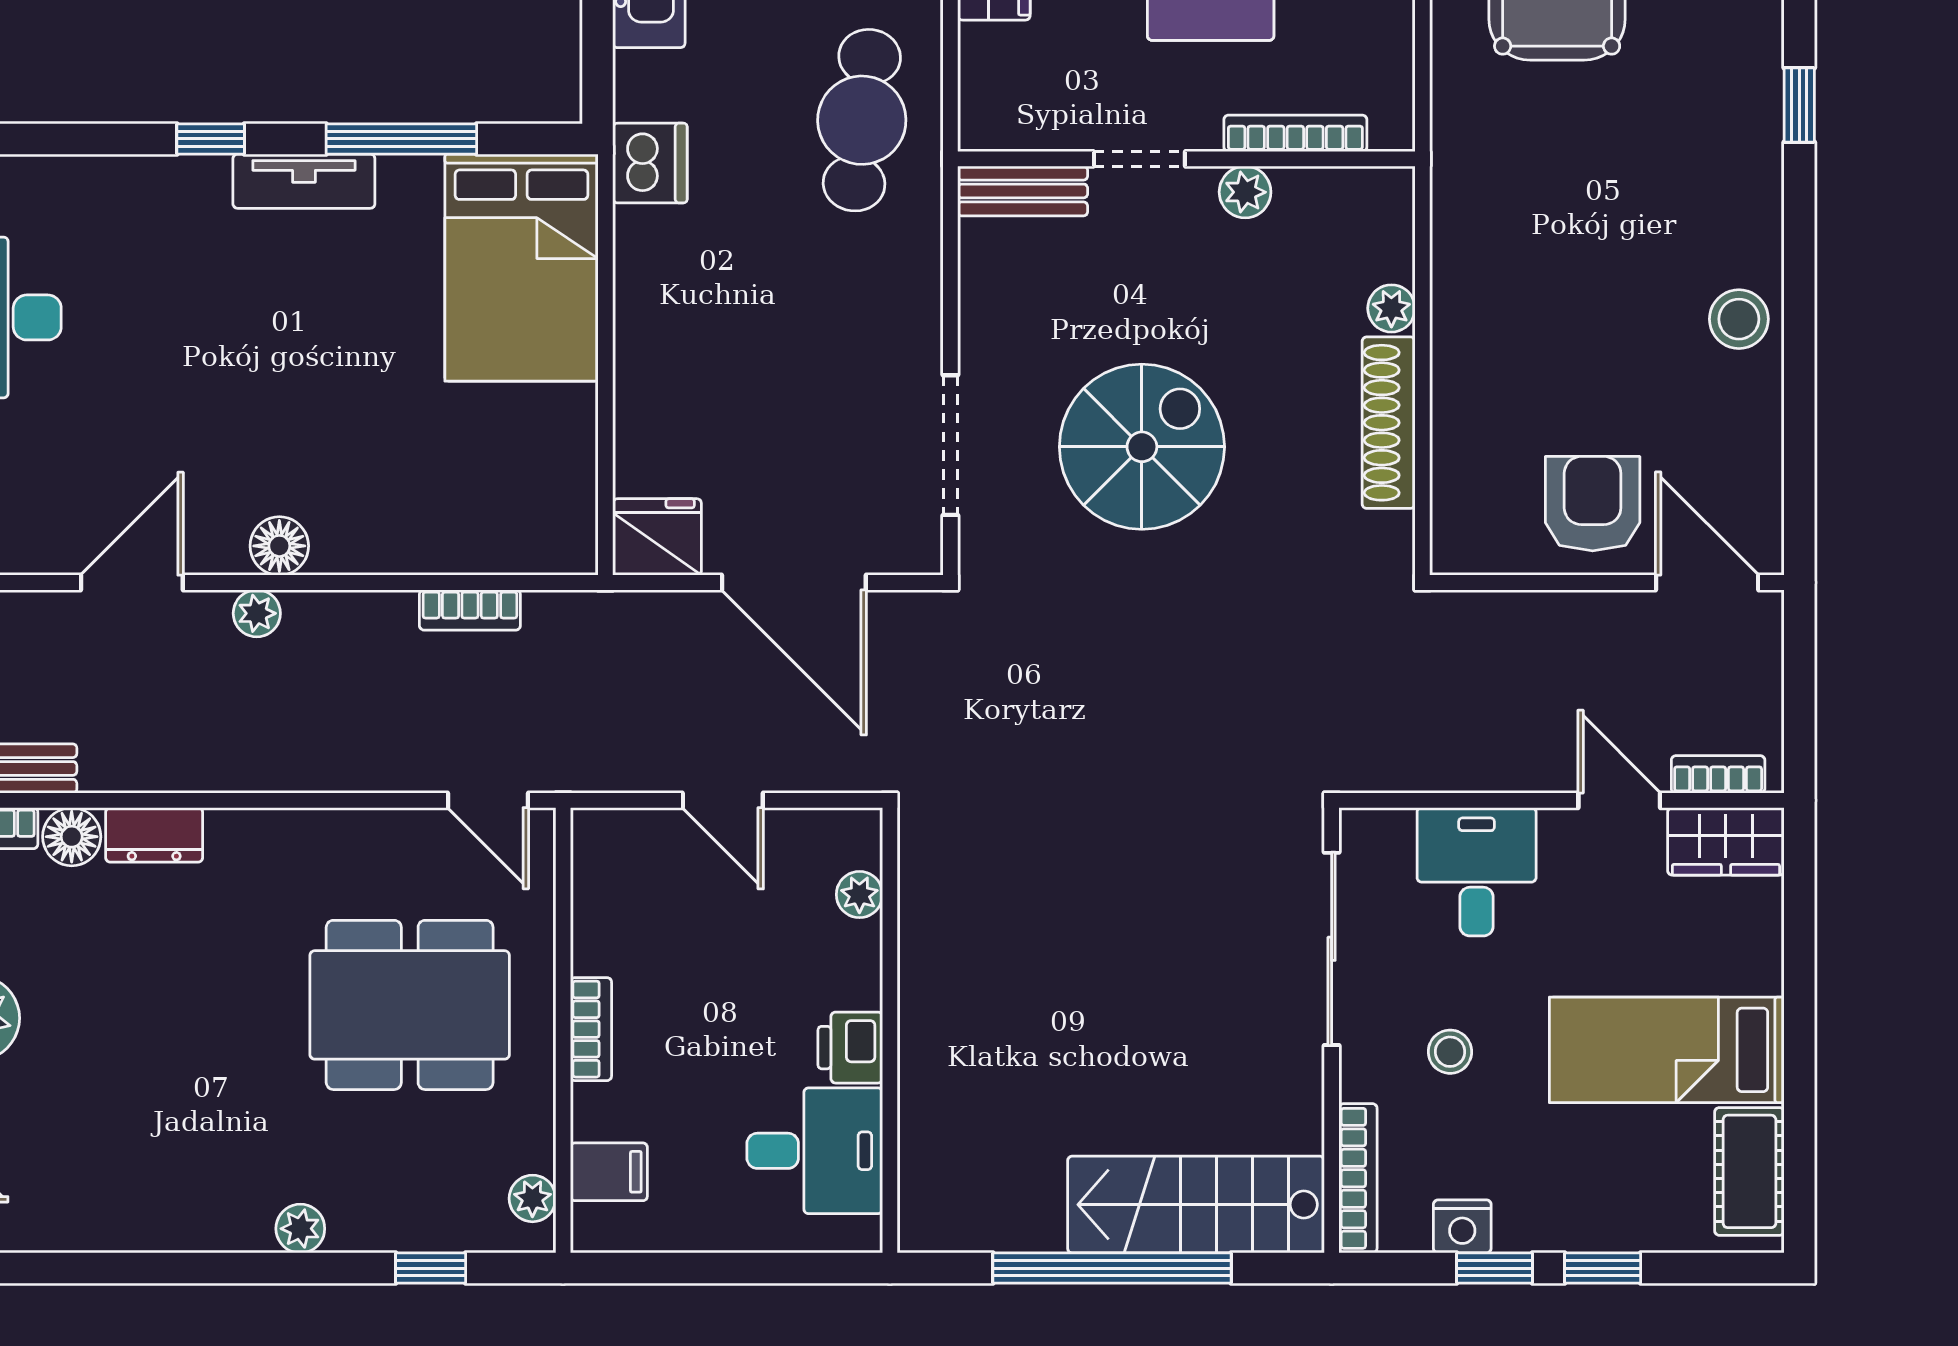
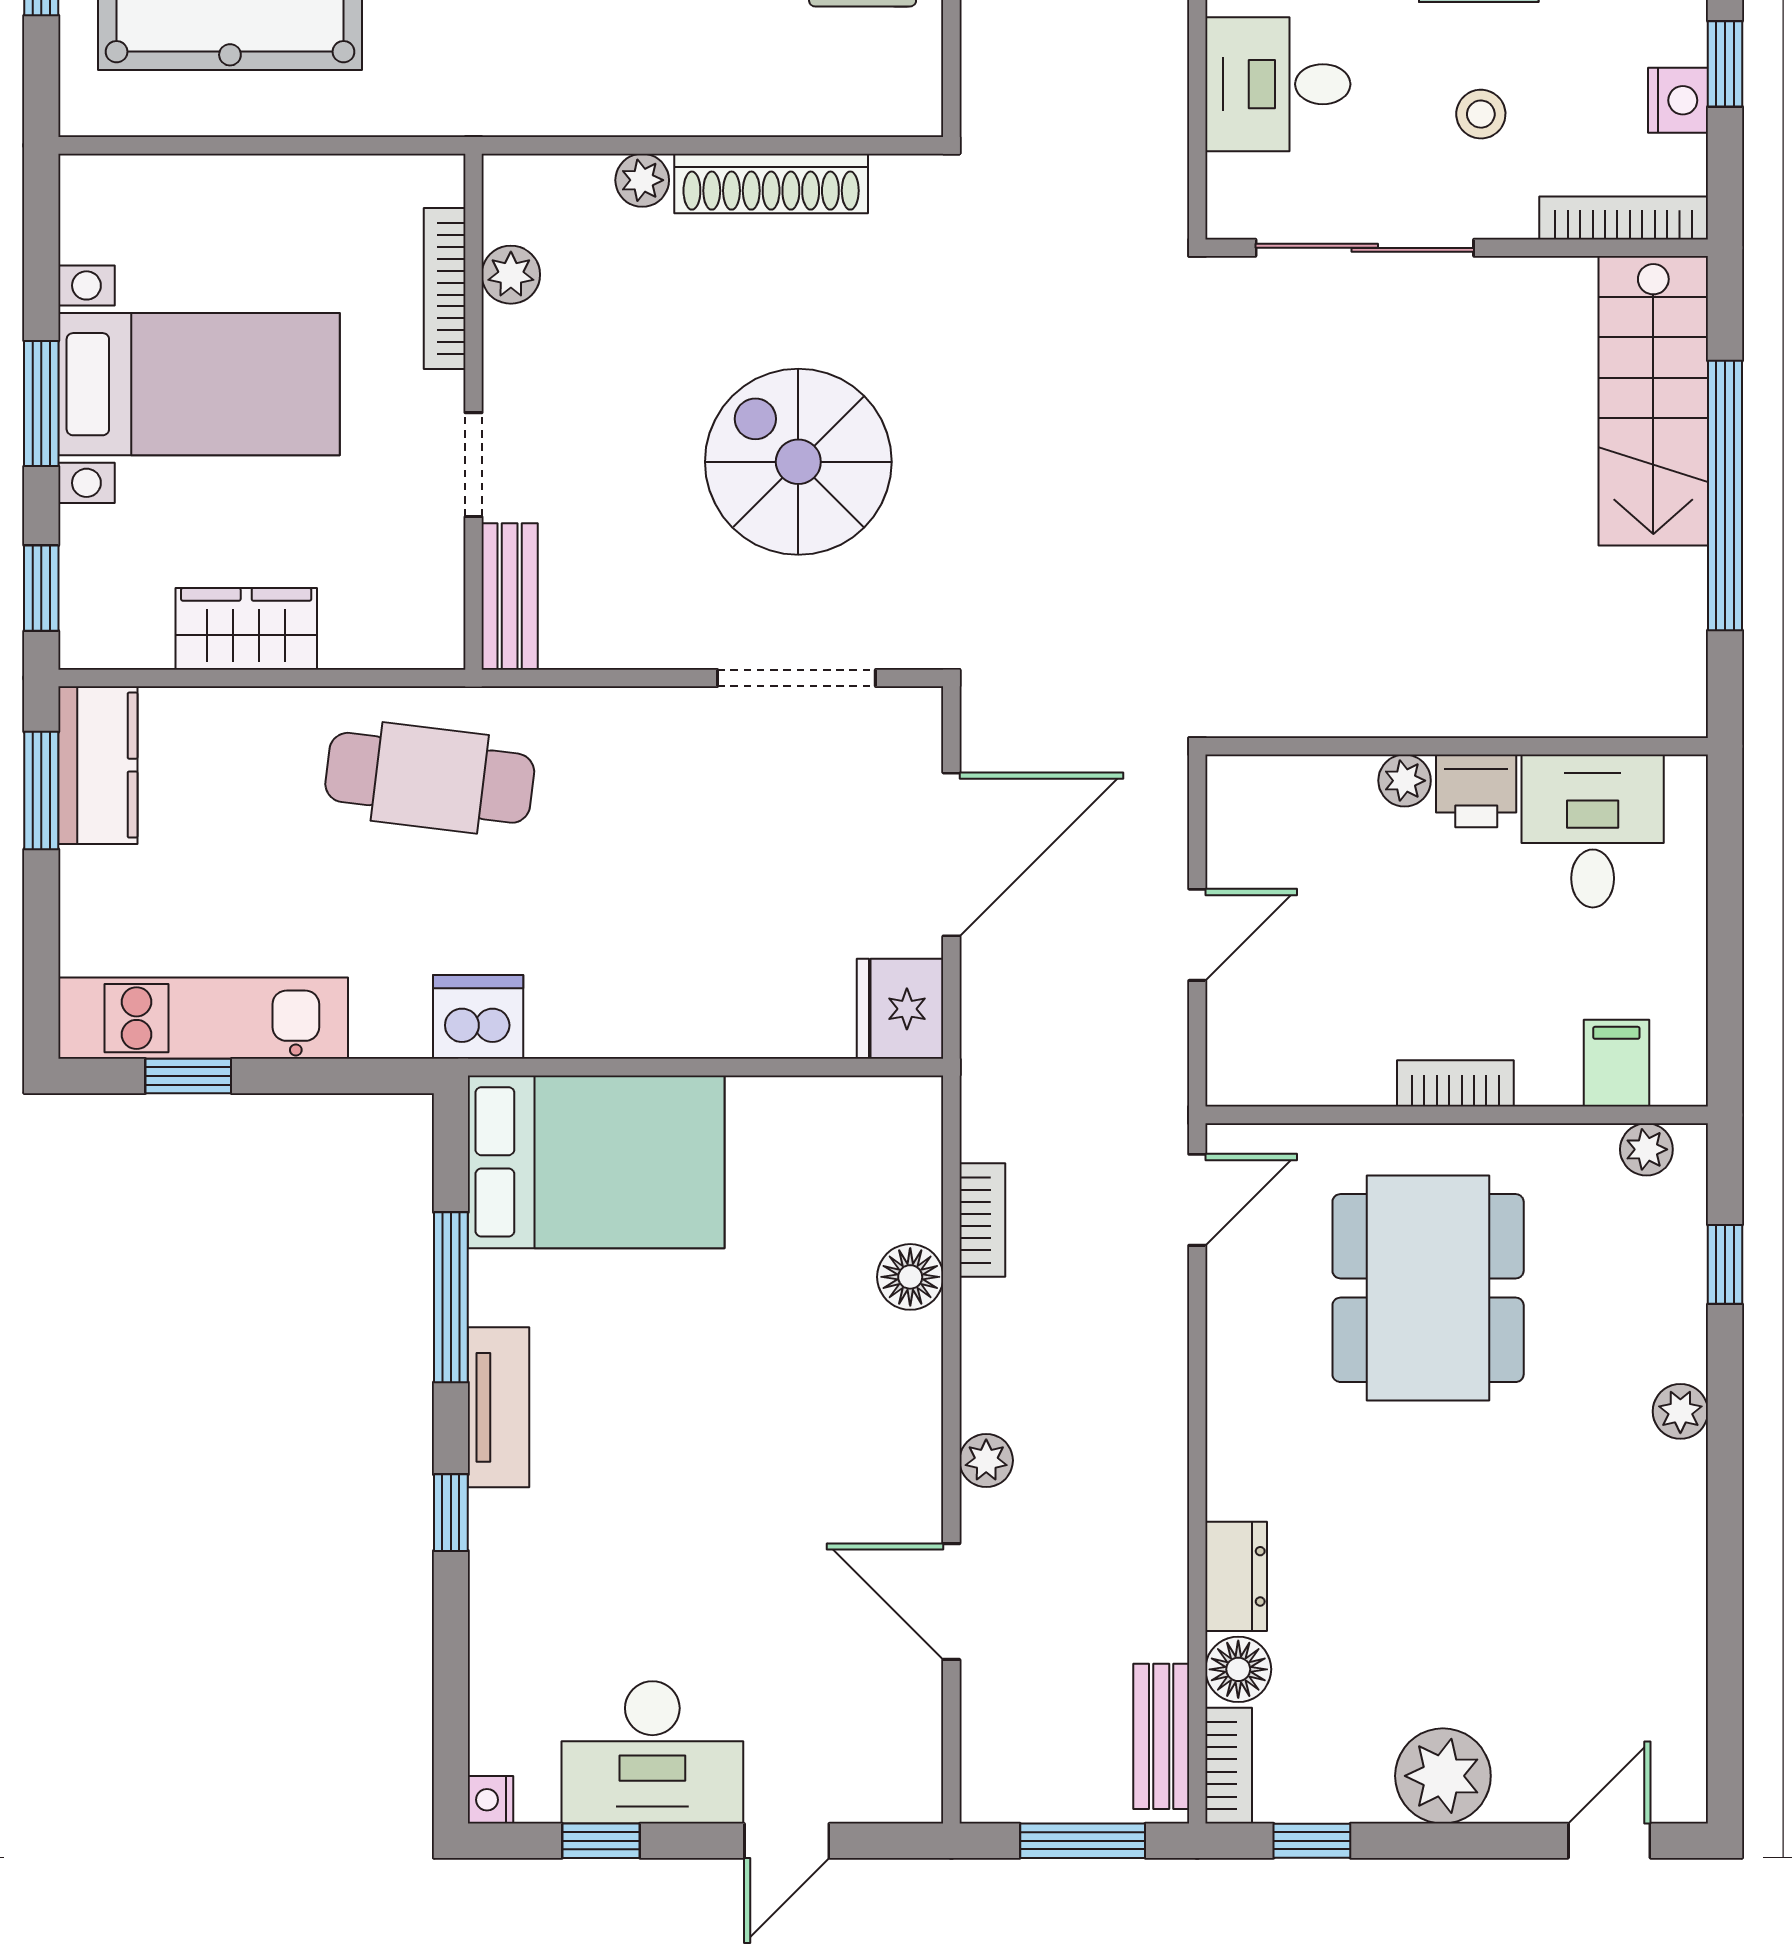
plant: (1245, 192) -> (511, 275), moved
floor lamp: (279, 546) -> (910, 1277), moved
plant: (859, 895) -> (1405, 781), moved

